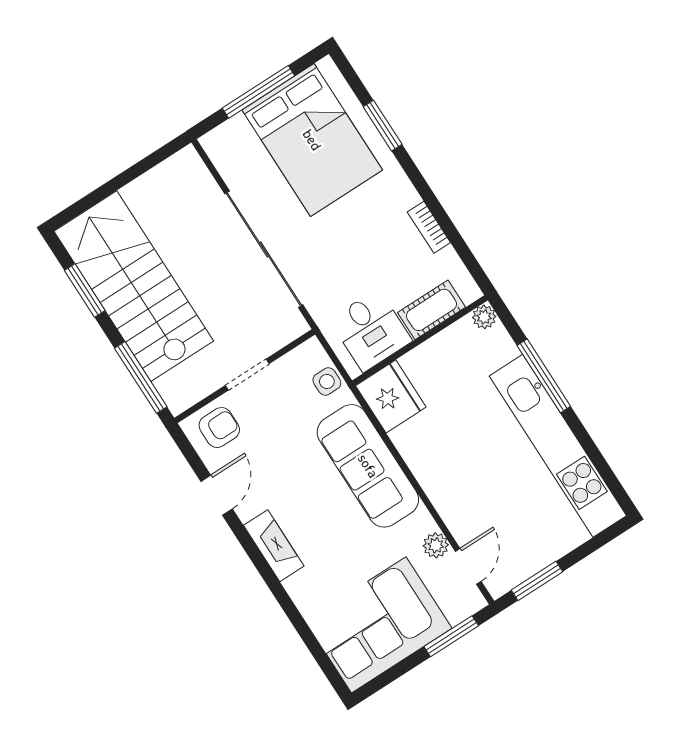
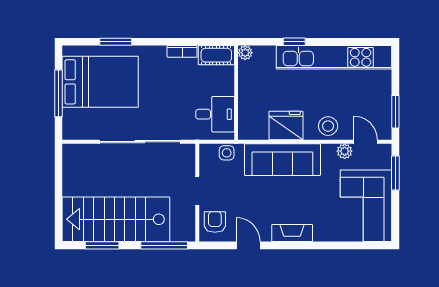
cot: (431, 310) -> (216, 55), moved, turned 90
window: (544, 376) -> (294, 42), width x0.46
fridge: (391, 396) -> (286, 125), moved
stool: (456, 499) -> (328, 126), added

